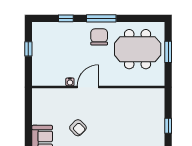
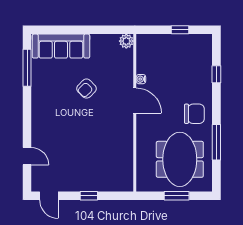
window: (101, 18) -> (216, 142), moved
plant: (38, 94) -> (126, 41), added

